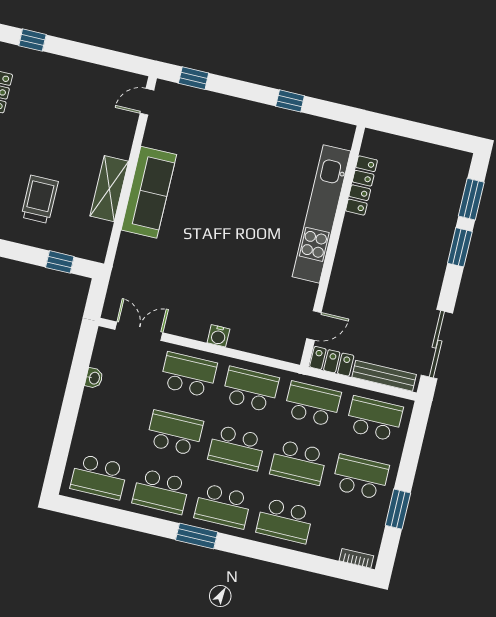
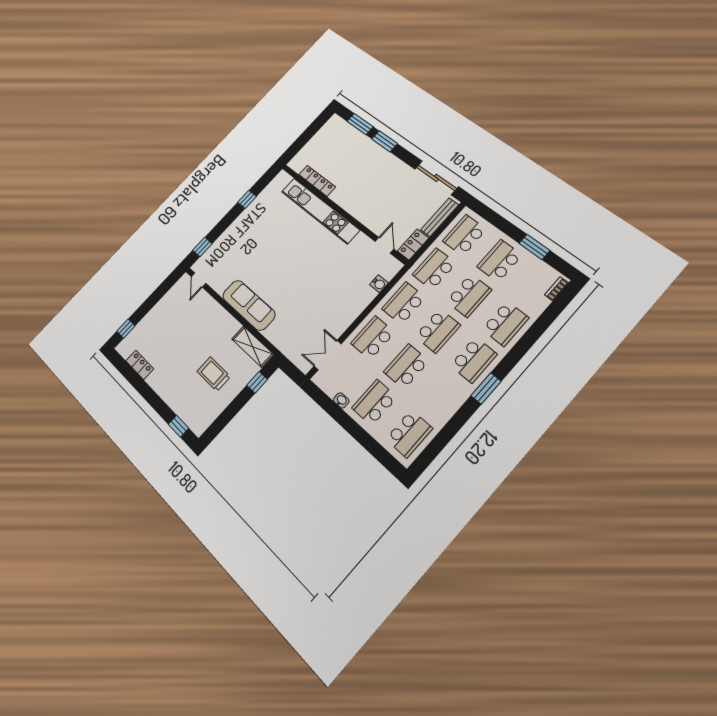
shelving: (109, 189) -> (253, 347), moved
water cooler: (218, 336) -> (379, 284), moved
school desk: (161, 491) -> (374, 402), moved, turned 180

